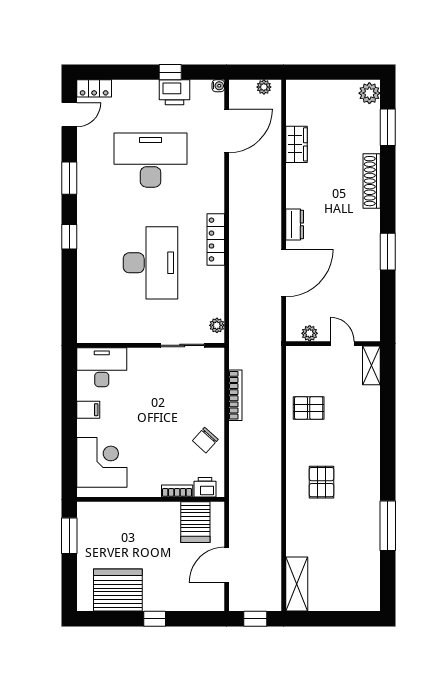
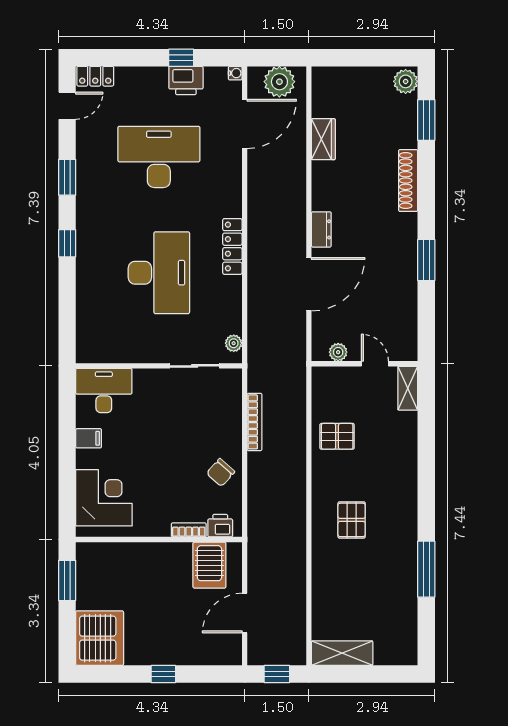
plant: (264, 87) -> (279, 82), width x1.87, depth x1.87
shelving: (297, 584) -> (342, 653), moved, turned 90
server rack: (118, 590) -> (100, 638), moved, turned 90

